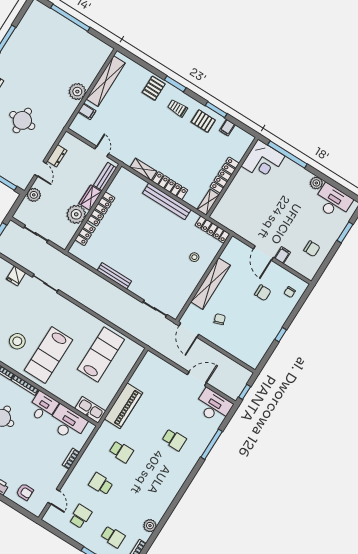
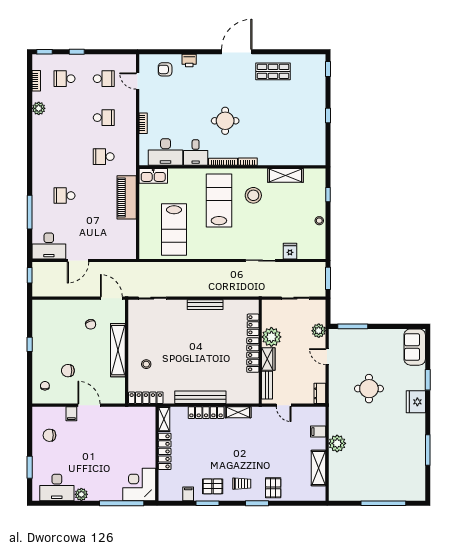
shelving: (106, 81) -> (318, 468), width x0.68
dresser: (57, 156) -> (320, 393), moved
school desk: (80, 516) -> (104, 79), turned -90

